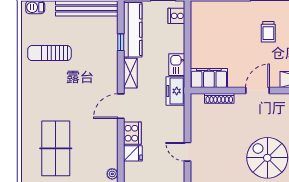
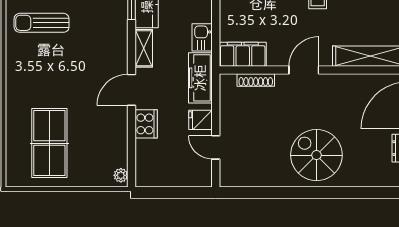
freezer: (175, 91) -> (200, 78), width x1.40
fridge: (133, 153) -> (200, 120), moved, turned 180

